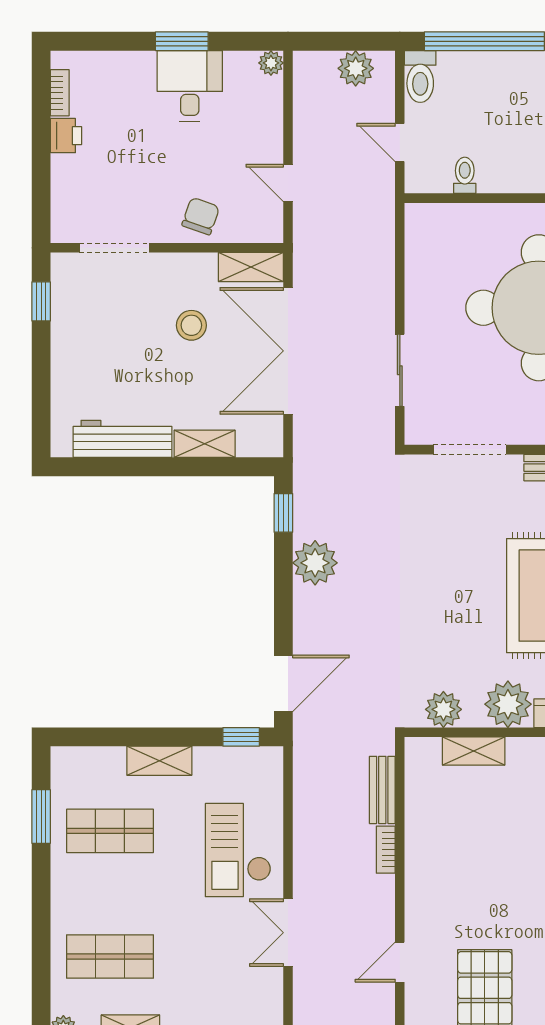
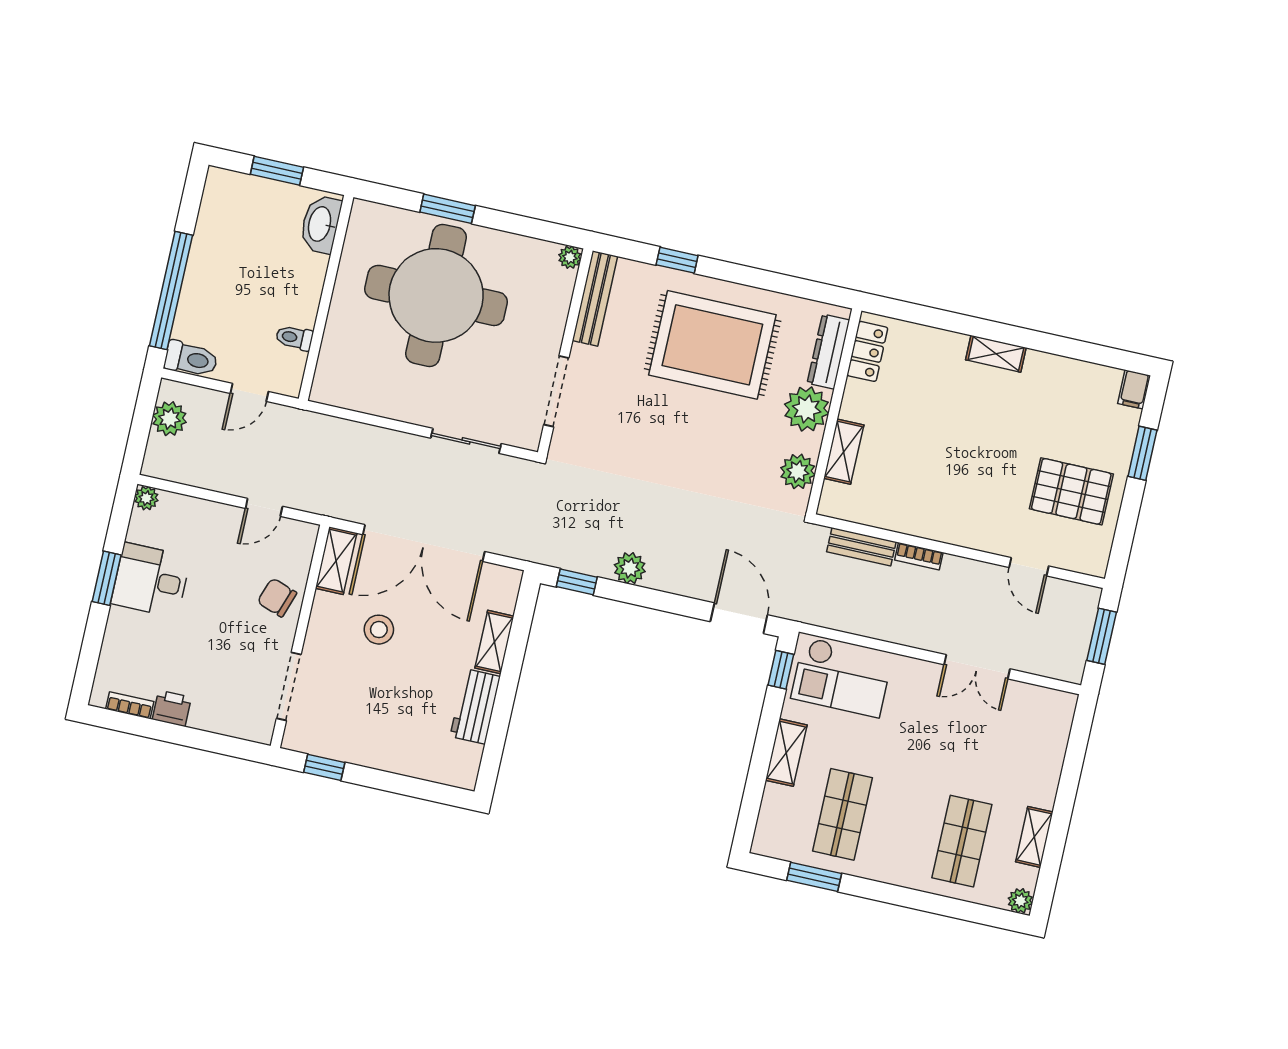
workbench: (122, 439) -> (475, 706), width x0.73
plant: (315, 563) -> (630, 568), width x0.73, depth x0.73
checkout: (238, 850) -> (842, 677), moved

